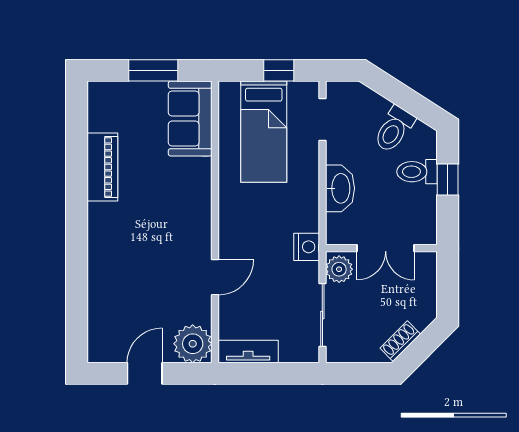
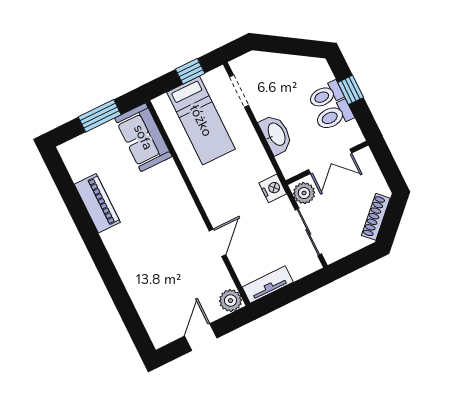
toilet: (394, 129) -> (334, 116), moved, turned 57
shoe rack: (400, 341) -> (376, 217), width x1.43
plant: (193, 344) -> (230, 301), width x0.73, depth x0.73

